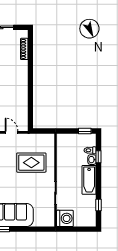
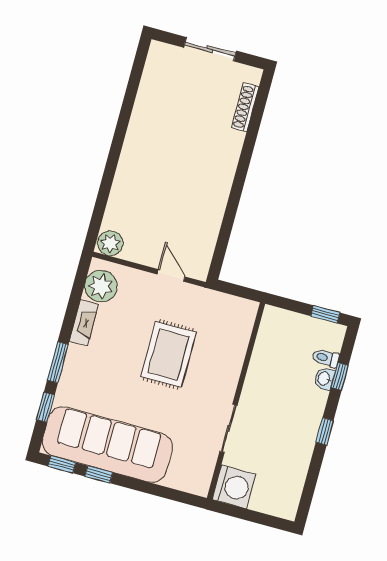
rug: (31, 163) -> (168, 354), moved, turned 90
bathtub: (89, 180) -> (307, 420), removed
window: (98, 205) -> (325, 431), moved

